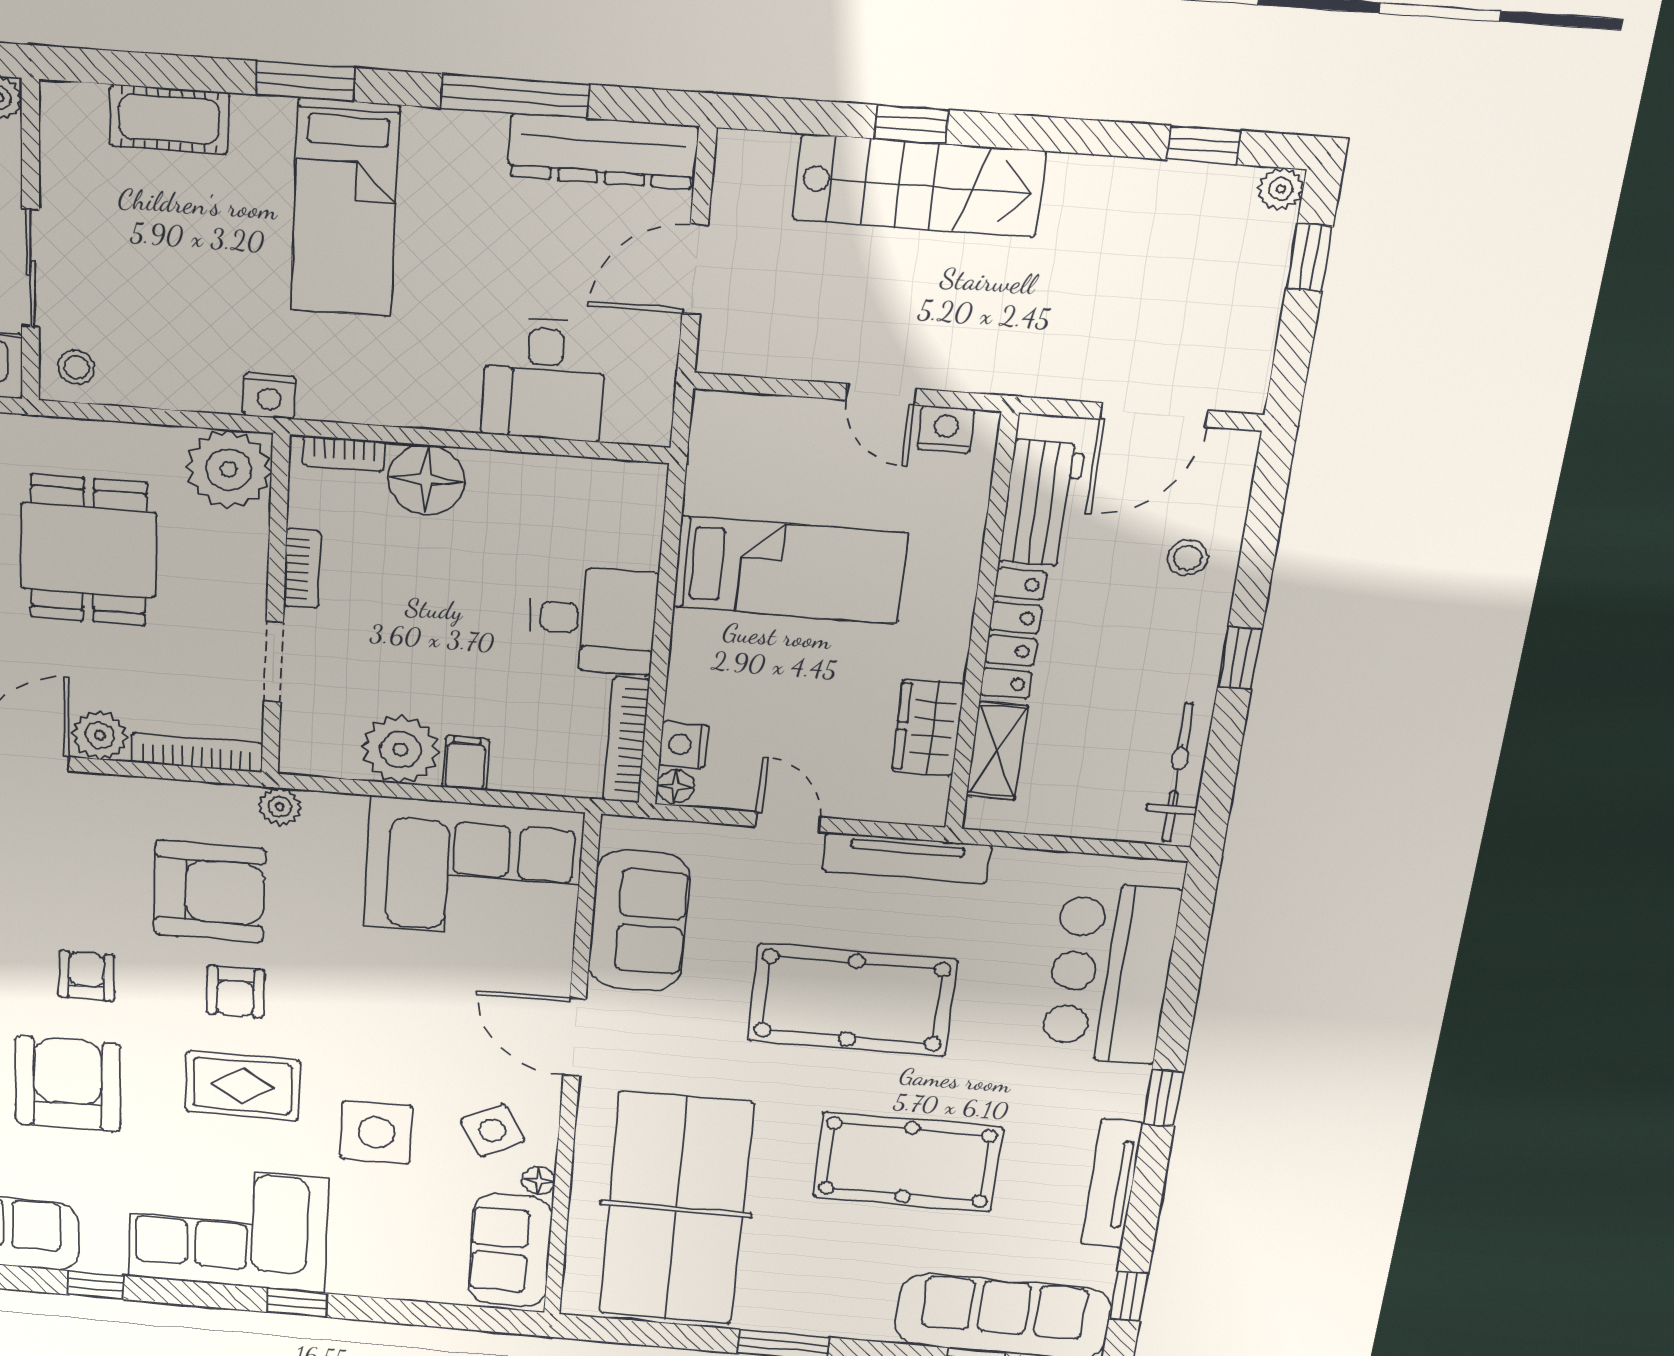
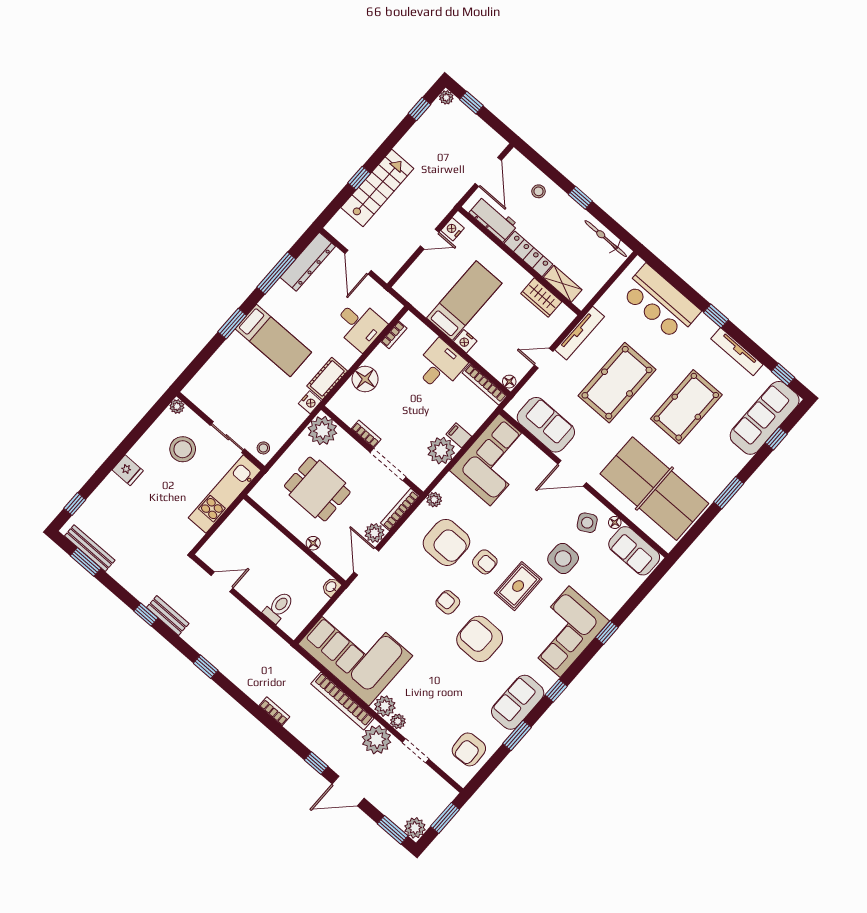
cot: (169, 119) -> (327, 378), moved
bookcase: (344, 453) -> (394, 335), moved
doorway: (274, 662) -> (388, 465), width x1.38
nightstand: (684, 745) -> (465, 341), moved
armchair: (209, 891) -> (446, 542), turned 90

